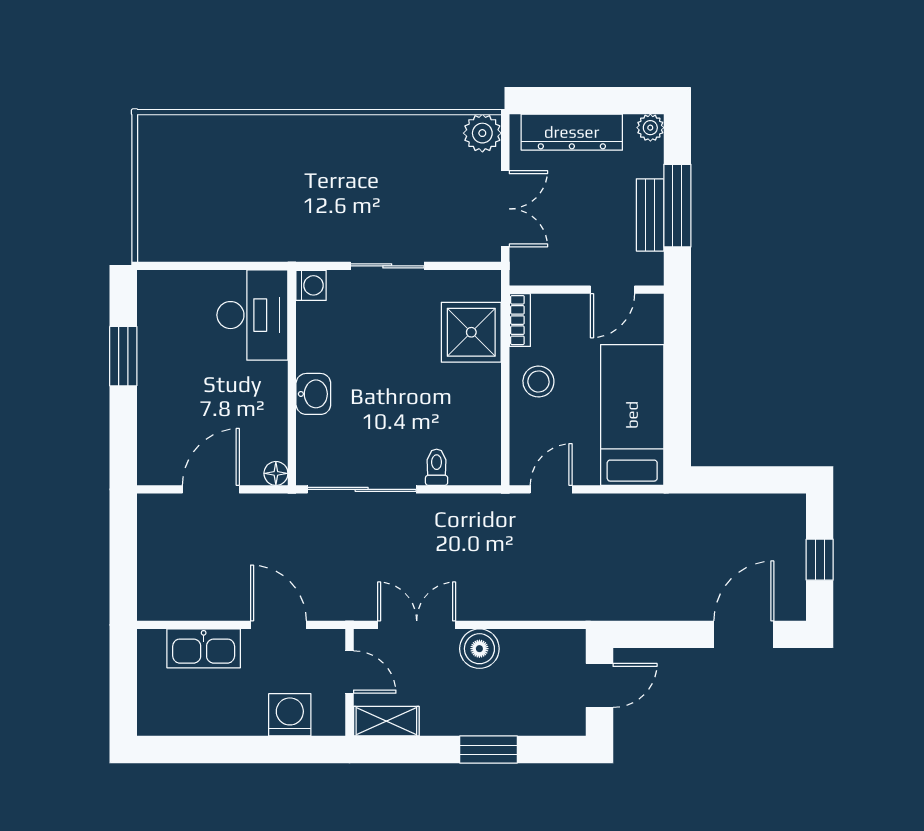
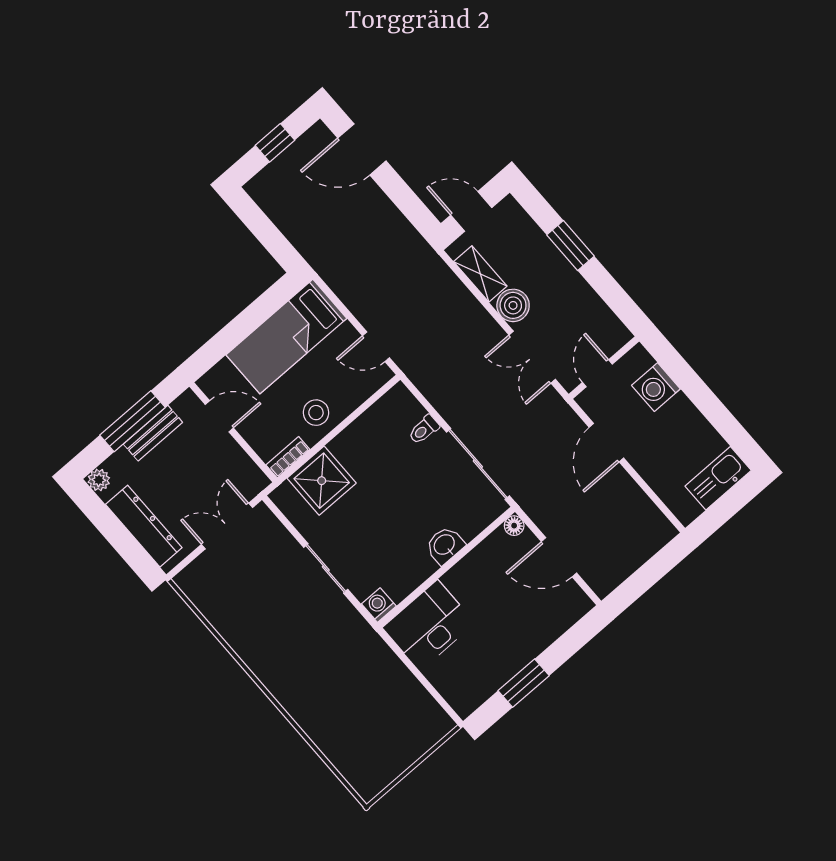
plant: (482, 133) -> (192, 581), removed
kitchen sink: (204, 648) -> (718, 478), moved, turned -90
shelving: (386, 721) -> (480, 274), moved

